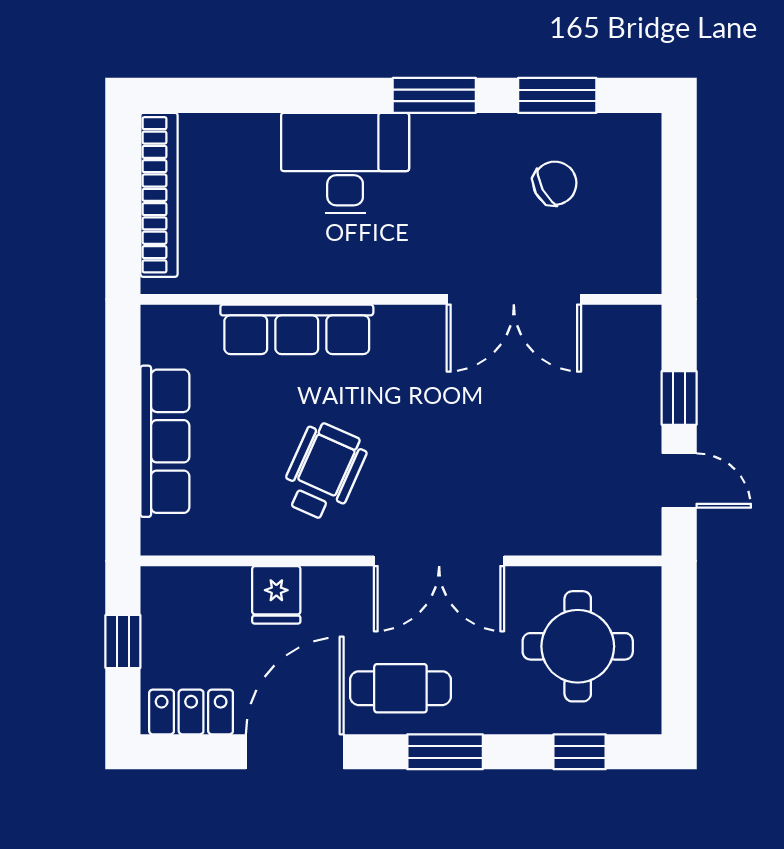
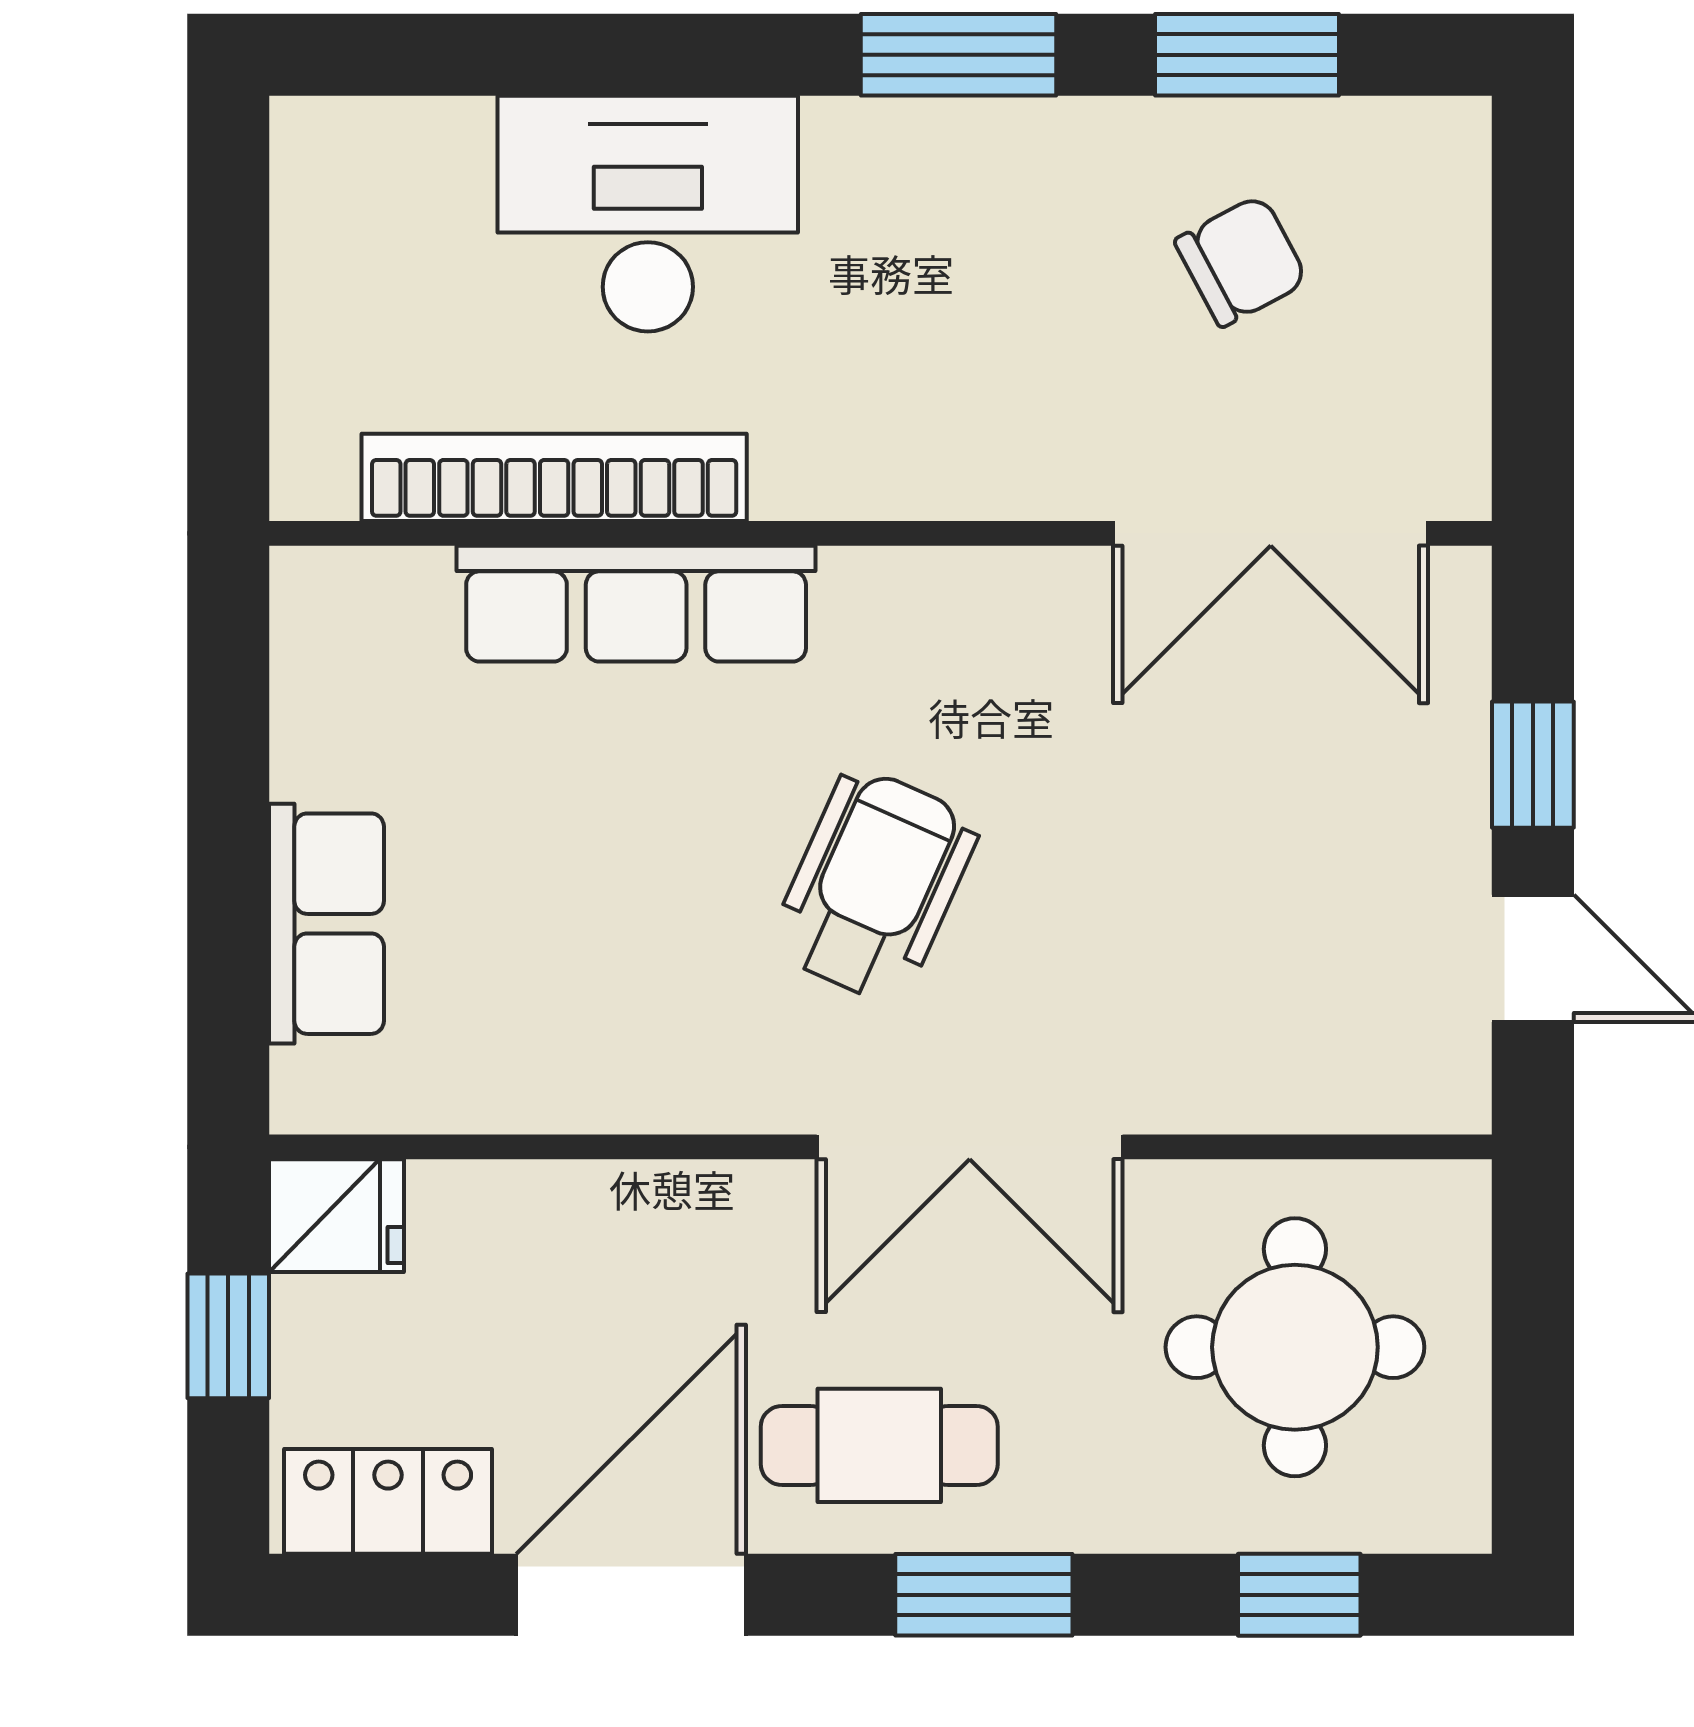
desk: (345, 163) -> (648, 214), moved
bookcase: (159, 195) -> (554, 477), moved, turned -90
double door: (514, 299) -> (1271, 533), moved
row of seats: (165, 441) -> (326, 924), width x0.68
wheelchair: (324, 472) -> (874, 885), moved
fridge: (276, 595) -> (336, 1216), moved, turned -90

